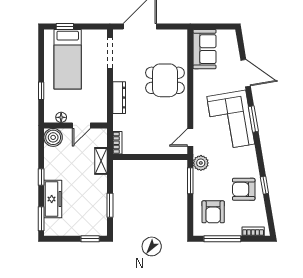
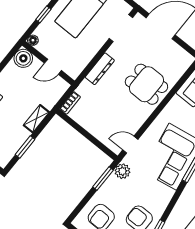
floor lamp: (61, 117) -> (33, 40), moved
shelving: (101, 161) -> (36, 119), moved

